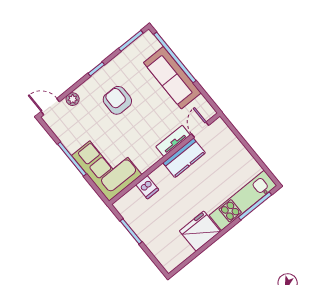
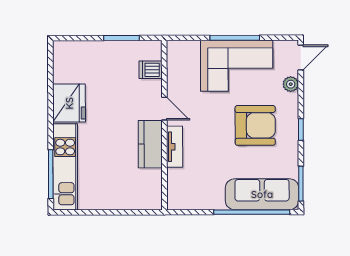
sofa: (172, 78) -> (262, 194), moved
armchair: (117, 100) -> (255, 125), width x1.36, depth x1.36
door: (200, 130) -> (164, 109), moved
corner sofa: (107, 165) -> (237, 66), moved
dishwasher: (147, 187) -> (151, 70), moved

